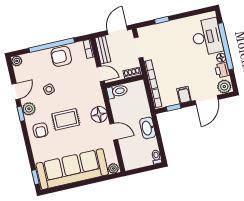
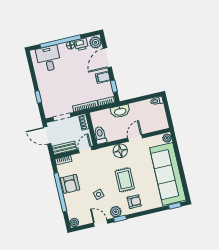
desk: (207, 37) -> (48, 59), width x0.73
door: (207, 100) -> (107, 58), swing flipped
washbasin: (148, 128) -> (120, 111), moved

